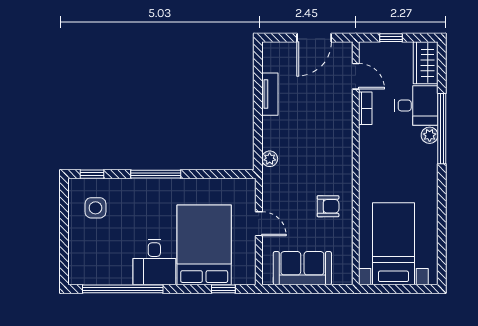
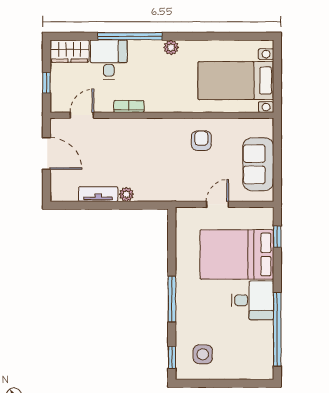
bookcase: (365, 108) -> (129, 106), moved
plant: (430, 135) -> (171, 47), moved
plant: (270, 159) -> (126, 194), moved

